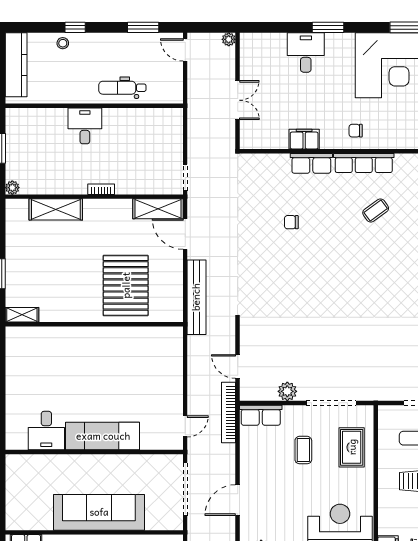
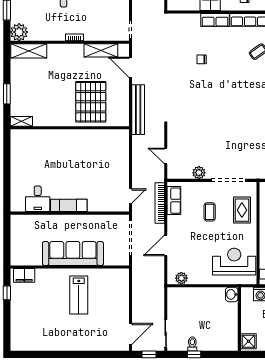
plant: (12, 188) -> (19, 32), width x1.87, depth x1.87
shelving: (56, 209) -> (29, 51), moved
shelving: (158, 209) -> (101, 50), moved
bookcase: (229, 413) -> (160, 203), moved
row of seats: (261, 415) -> (174, 201), moved, turned -90
exam couch: (103, 436) -> (69, 205), width x0.73, depth x0.69

